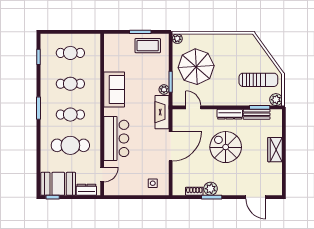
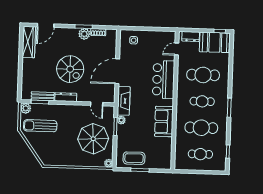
cafe table: (70, 84) -> (201, 128), width x1.37, depth x1.35
wardrobe: (275, 150) -> (29, 42), moved, width x1.50
door: (256, 197) -> (46, 25), swing flipped

